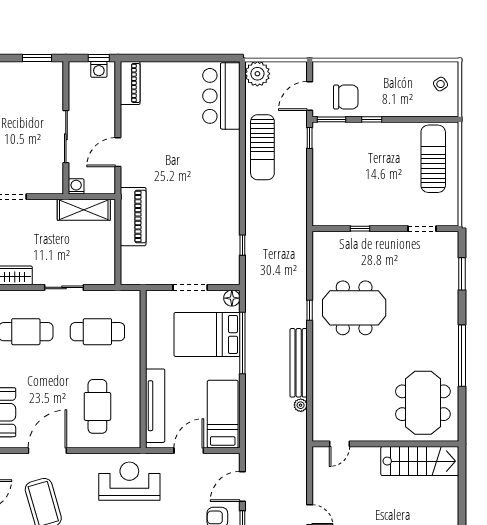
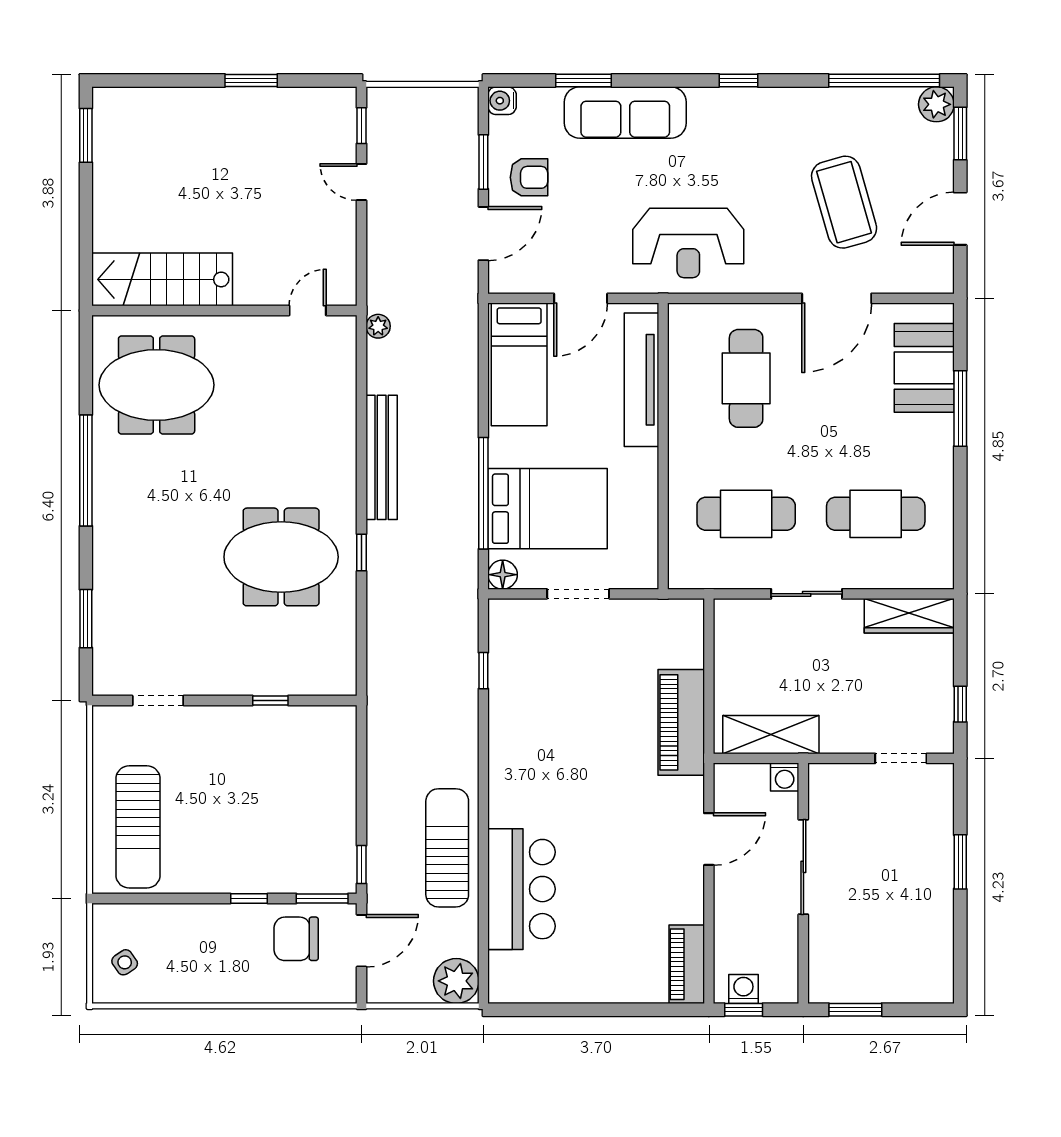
bar counter: (221, 96) -> (522, 889), moved
meeting table: (423, 403) -> (157, 385), turned 90
plant: (301, 405) -> (378, 326), moved

